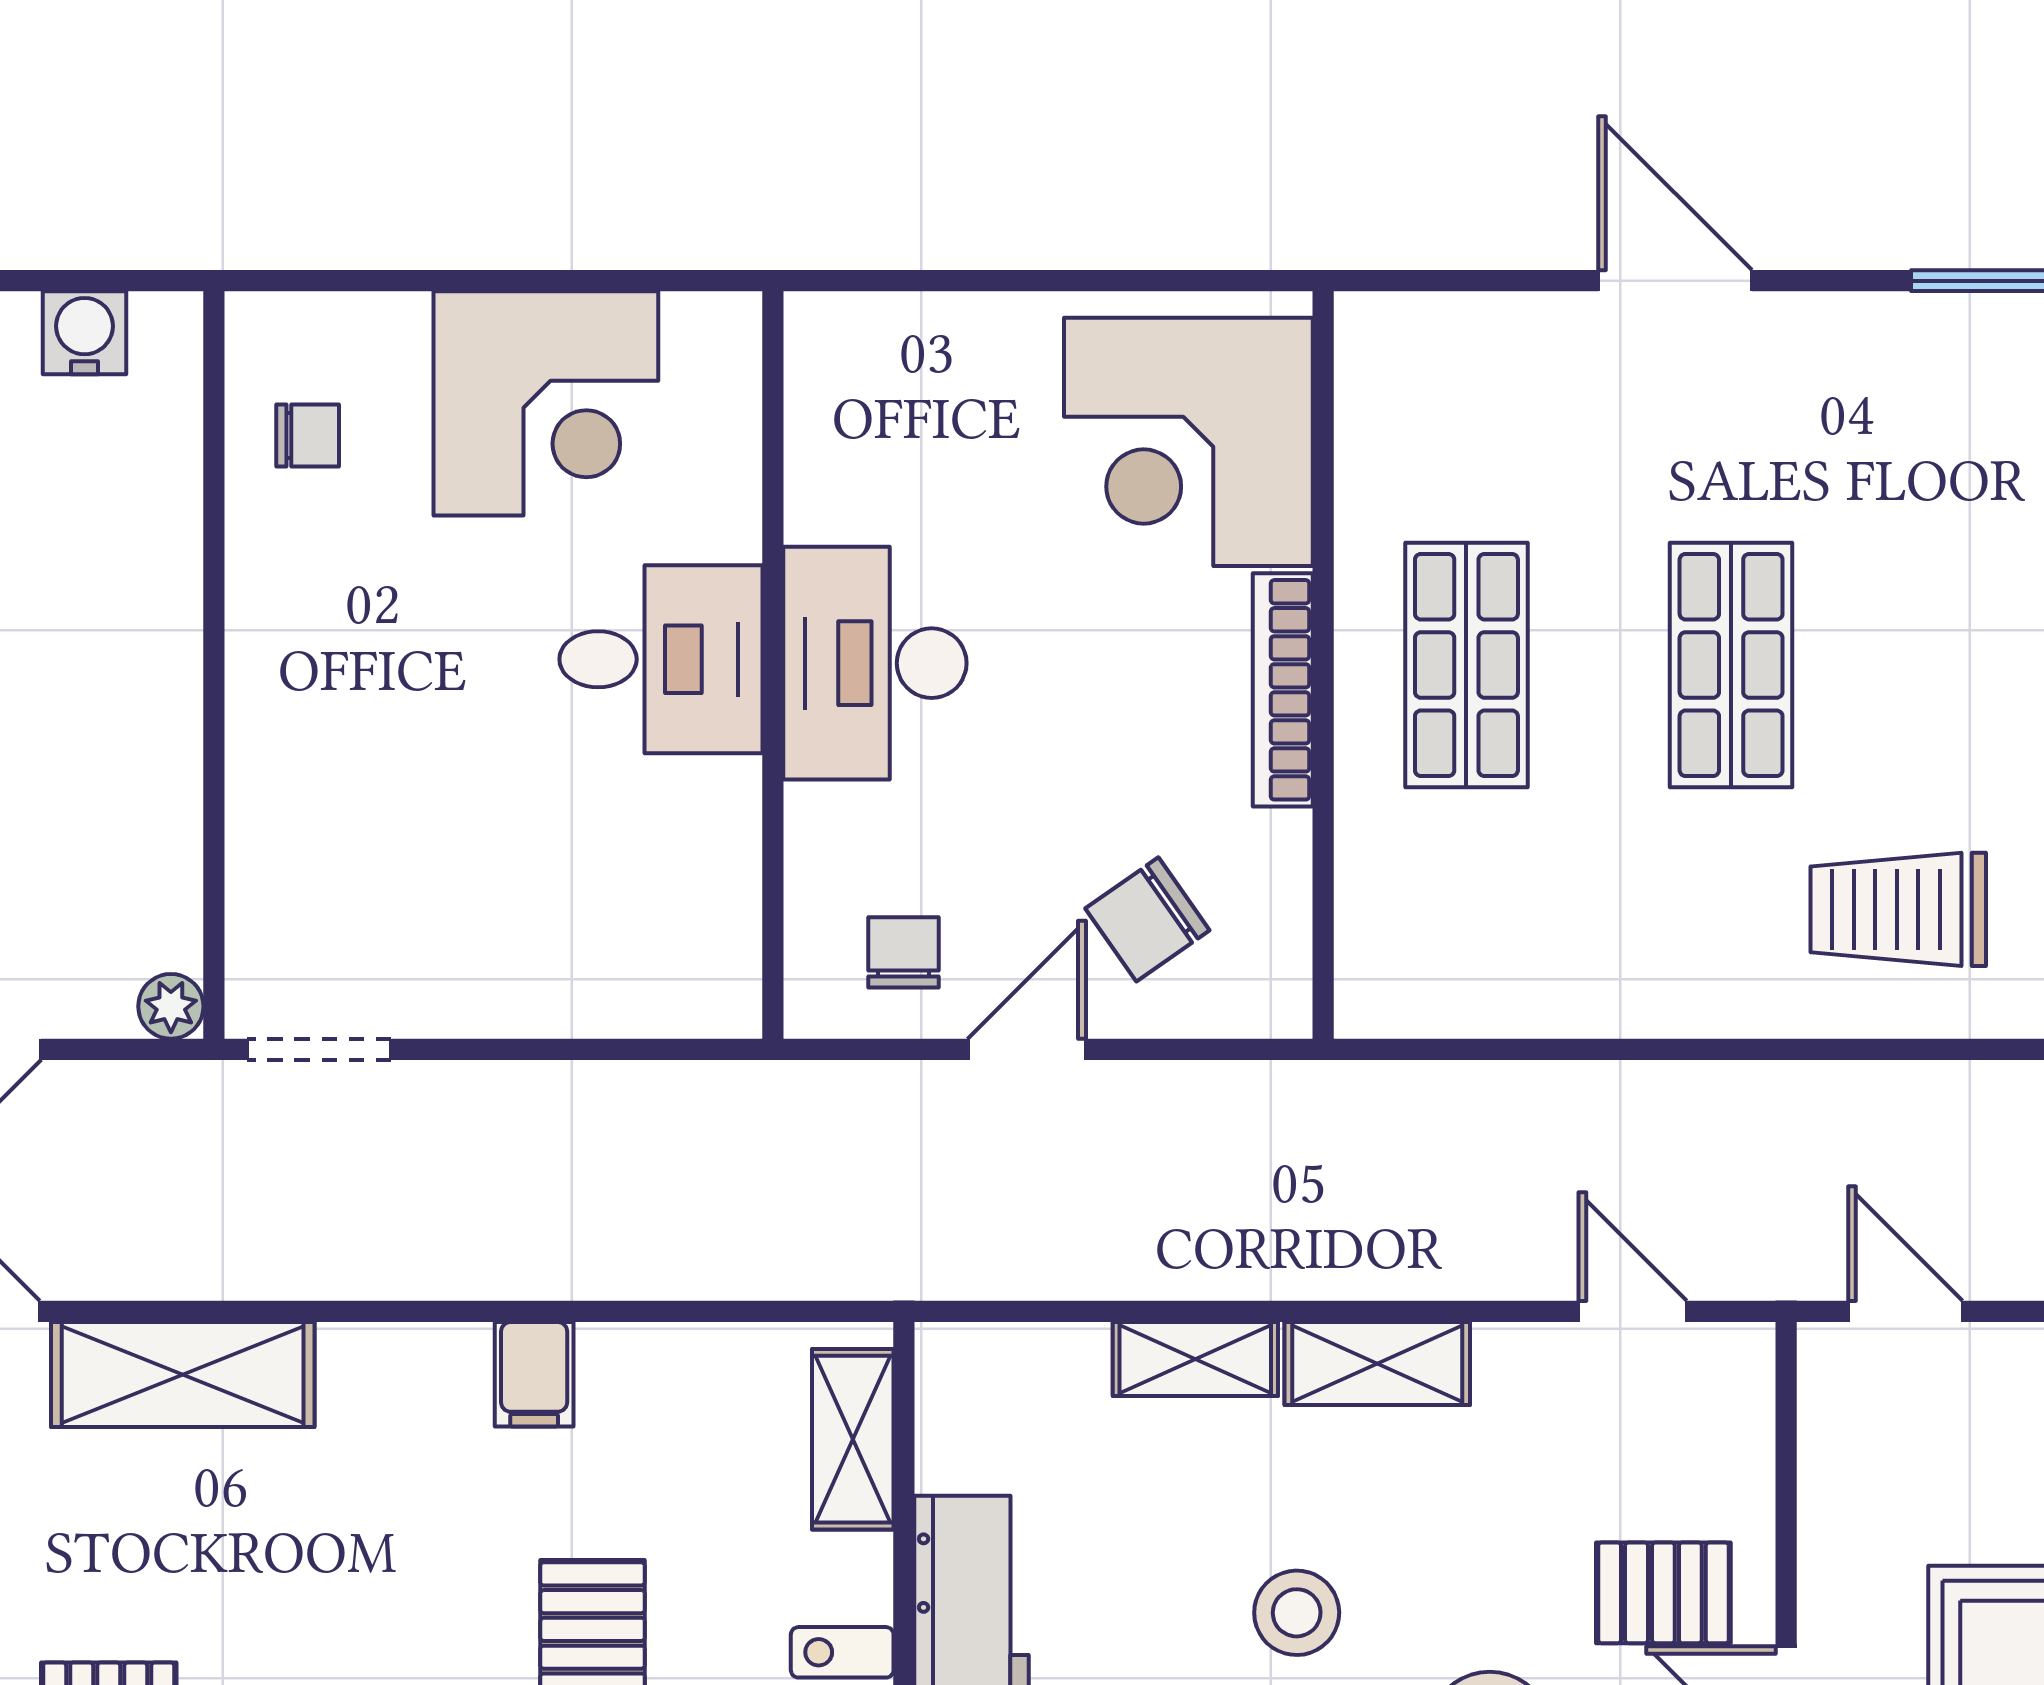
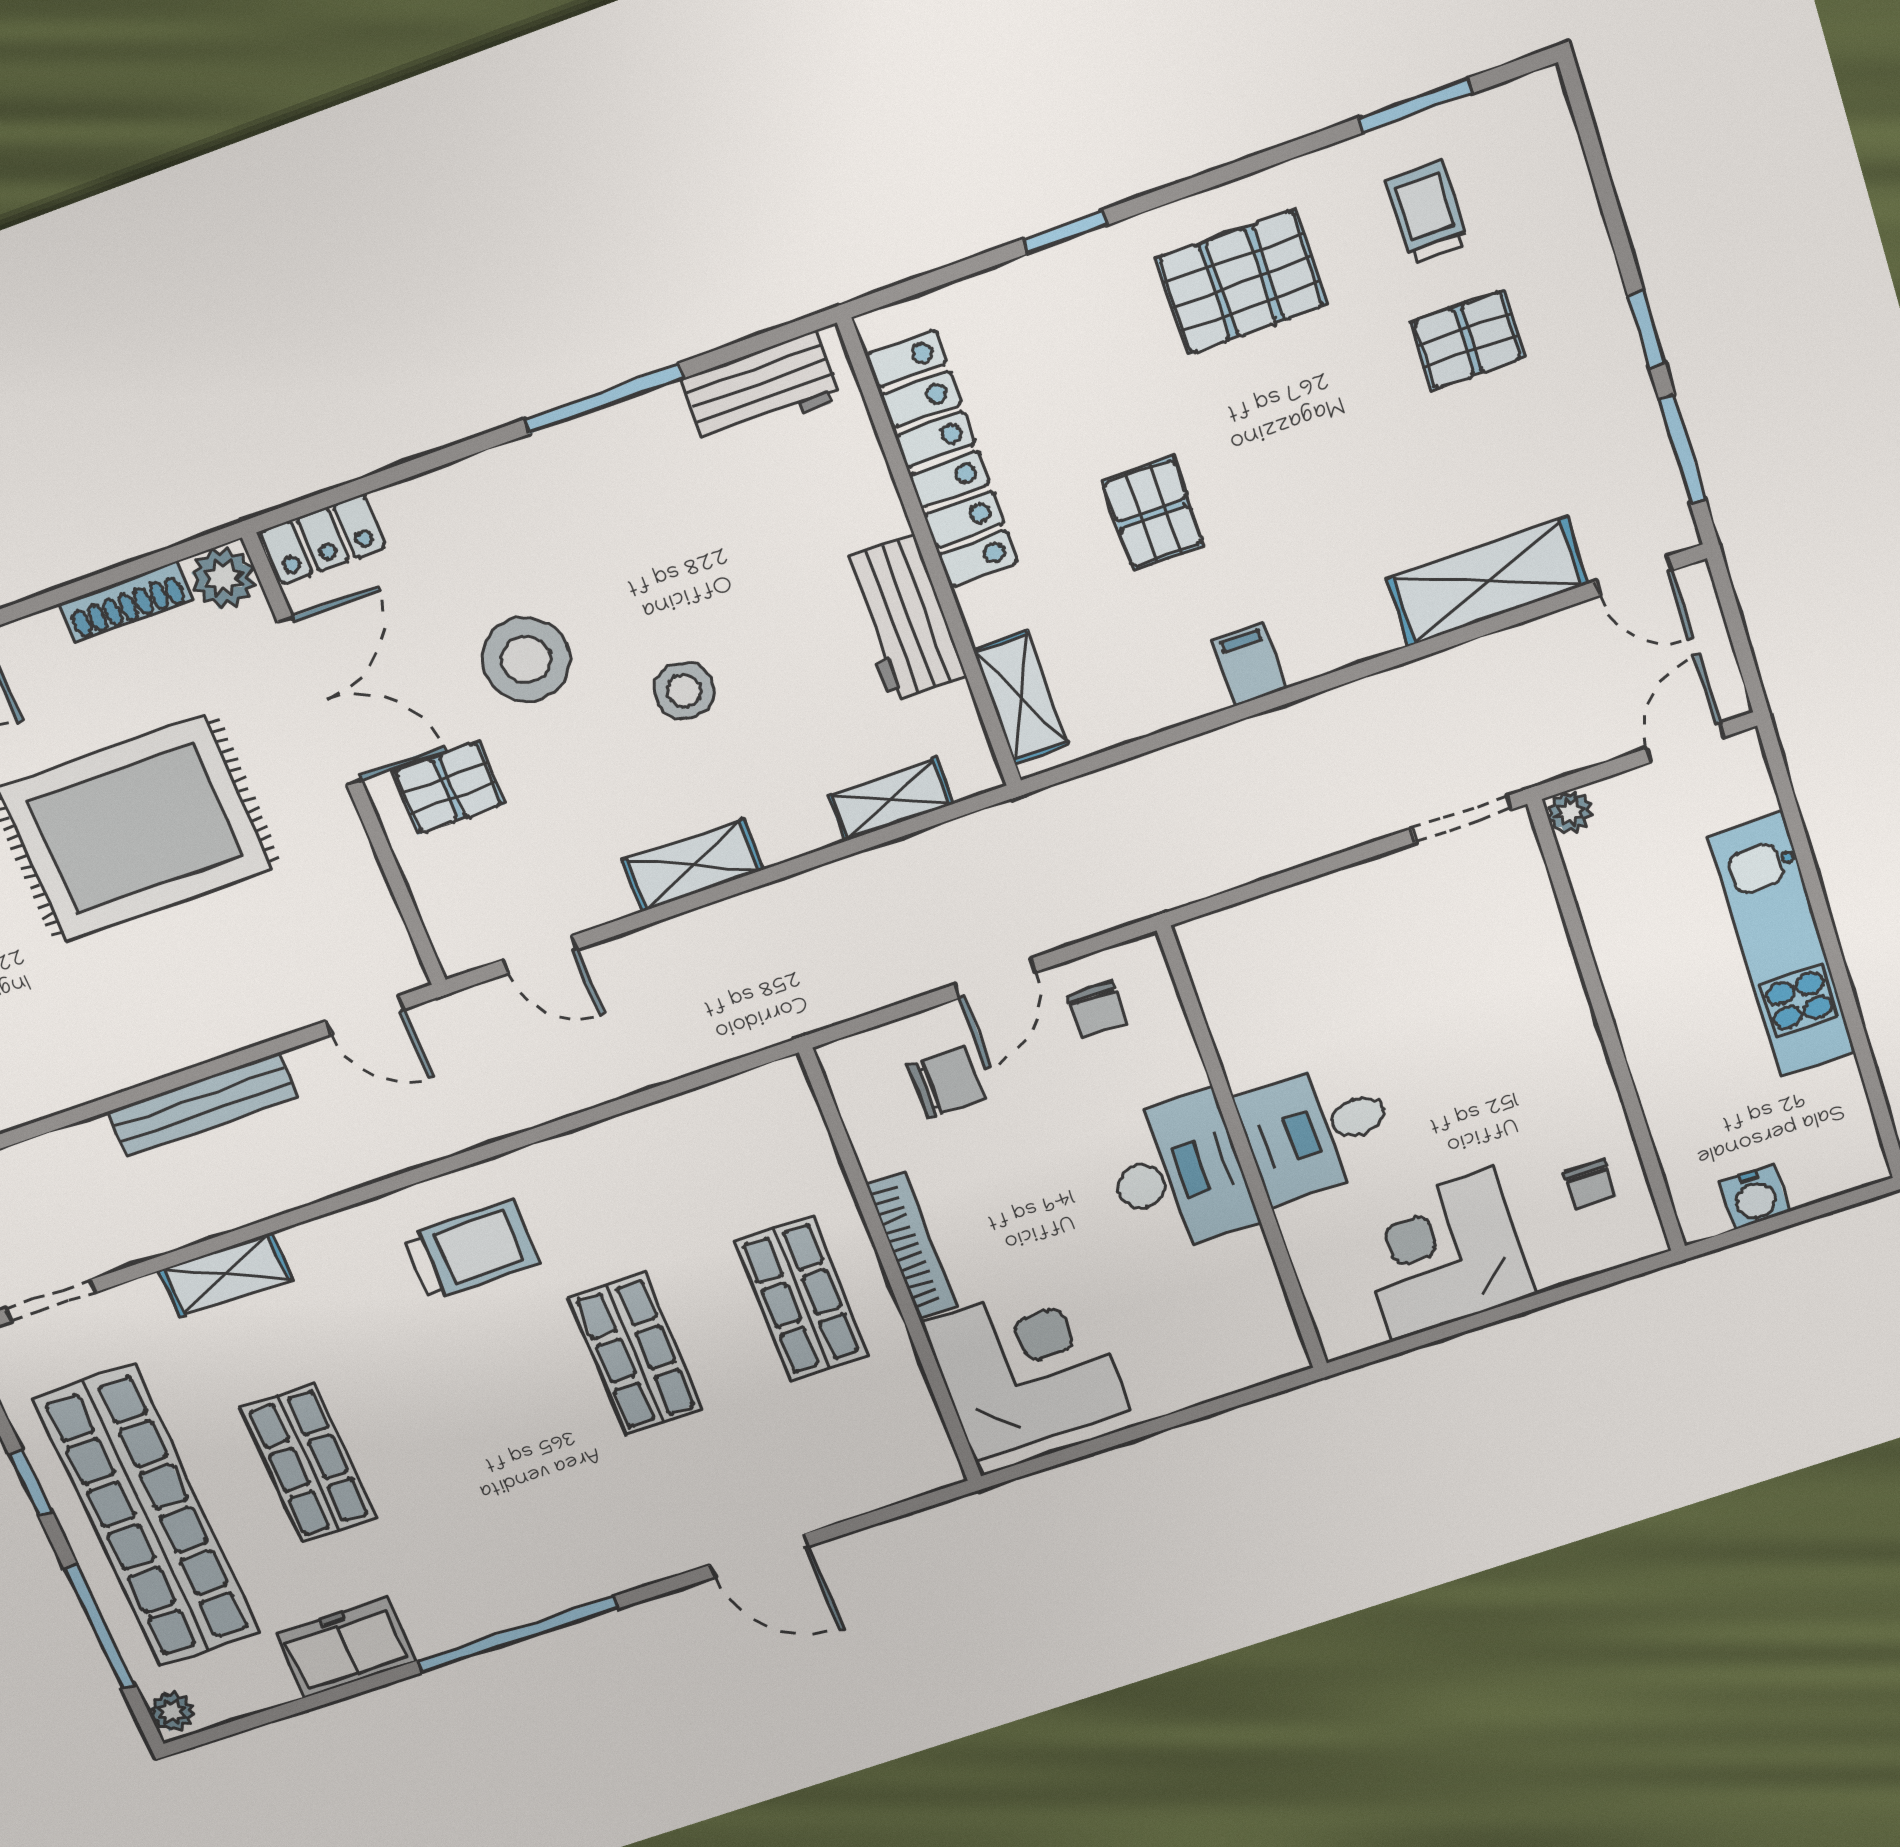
chair: (308, 435) -> (1590, 1185), turned -90
chair: (1147, 919) -> (946, 1082), turned 35
shelving: (1195, 1359) -> (891, 800), moved

